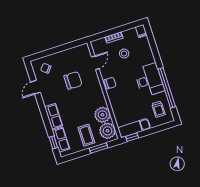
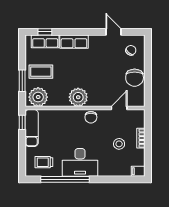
door: (95, 63) -> (119, 108), swing flipped
chair: (73, 80) -> (135, 78), moved
plant: (103, 115) -> (78, 97), moved

